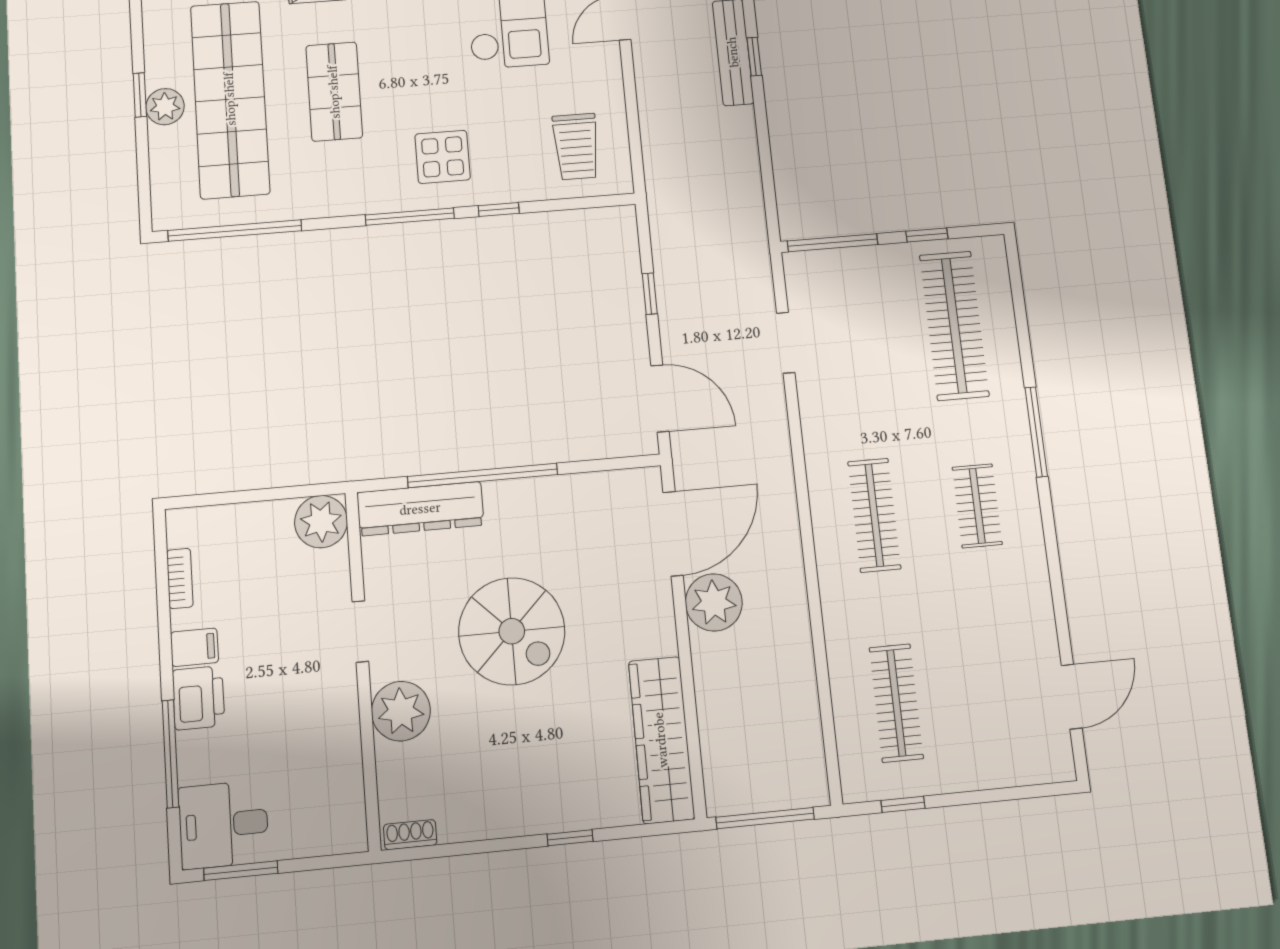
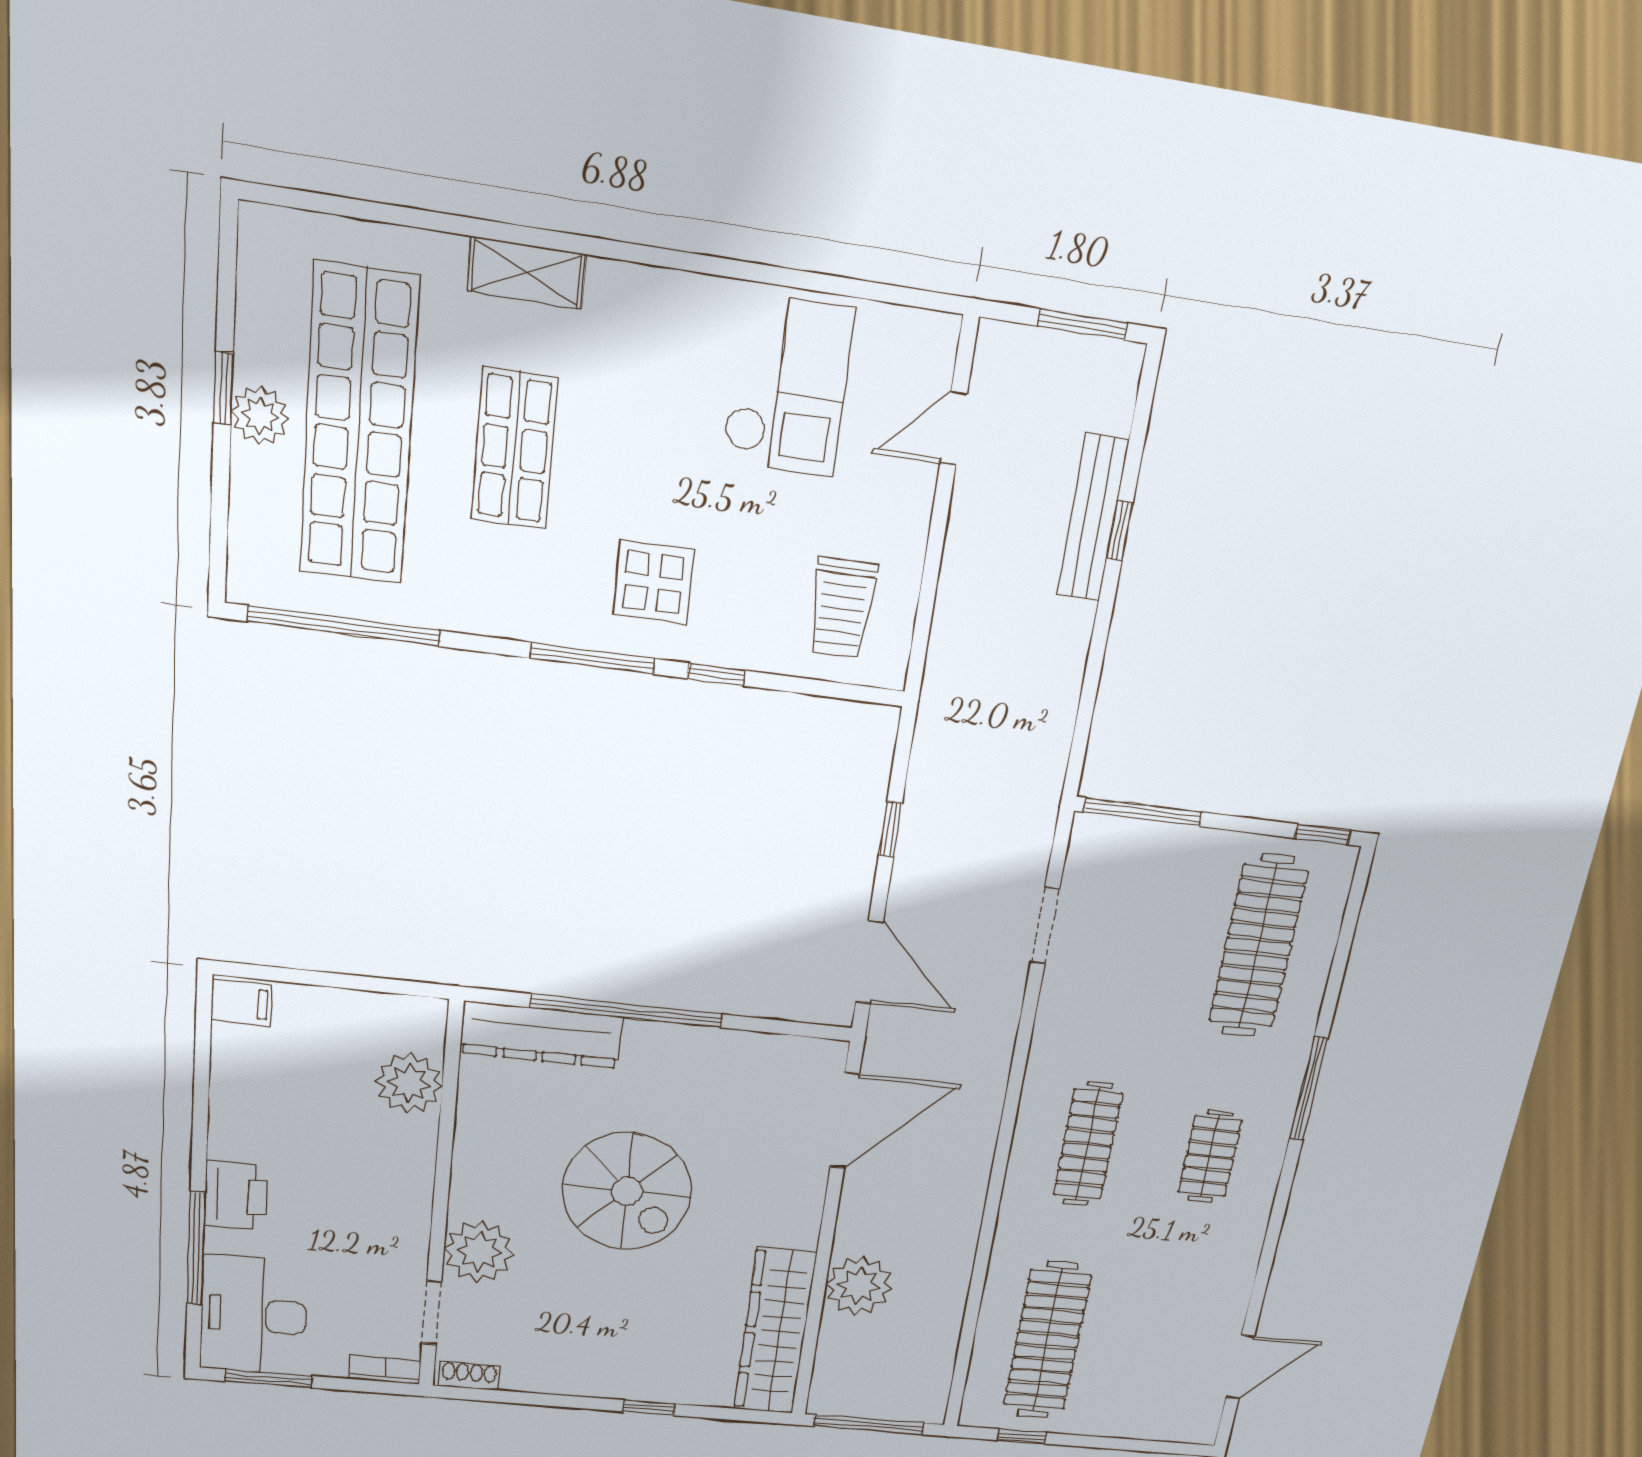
window: (927, 235) -> (1323, 834), moved
plant: (321, 522) -> (409, 1083), moved
bookcase: (180, 578) -> (385, 1370), moved, turned -90
plant: (714, 602) -> (859, 1286), moved
doorway: (360, 631) -> (432, 1313), moved
filing cabinet: (195, 647) -> (242, 1003), moved
clothes rail: (896, 703) -> (1047, 1340), width x1.37, depth x1.31
desk: (223, 825) -> (254, 1315), width x1.37

